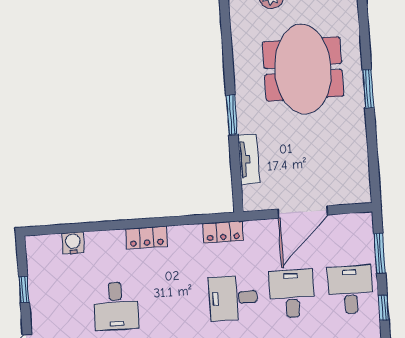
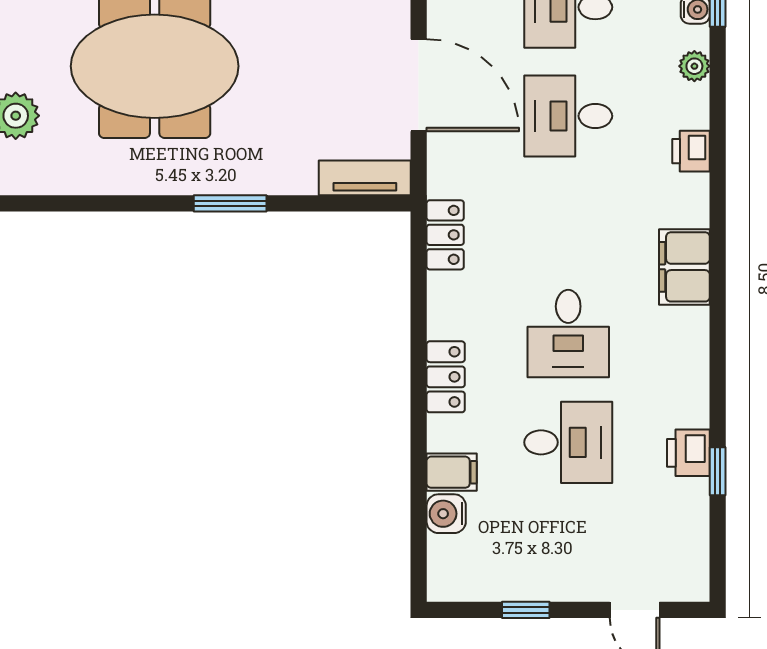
tv unit: (249, 159) -> (365, 178), moved
filing cabinet: (95, 244) -> (452, 472), added
desk: (233, 298) -> (568, 334), moved

